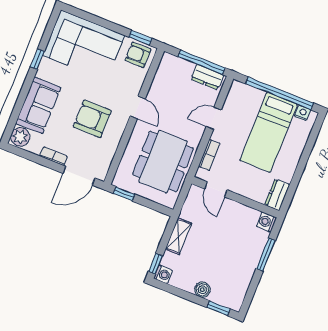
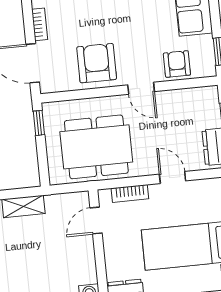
armchair: (138, 55) -> (177, 64), moved
door: (138, 107) -> (141, 88), hinge flipped
armchair: (92, 119) -> (97, 63), moved

